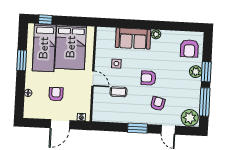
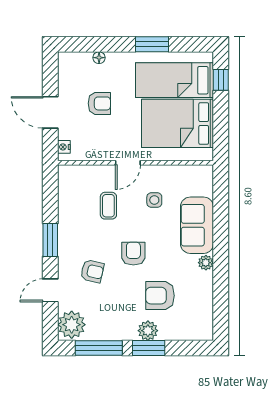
armchair: (189, 48) -> (160, 296), moved

